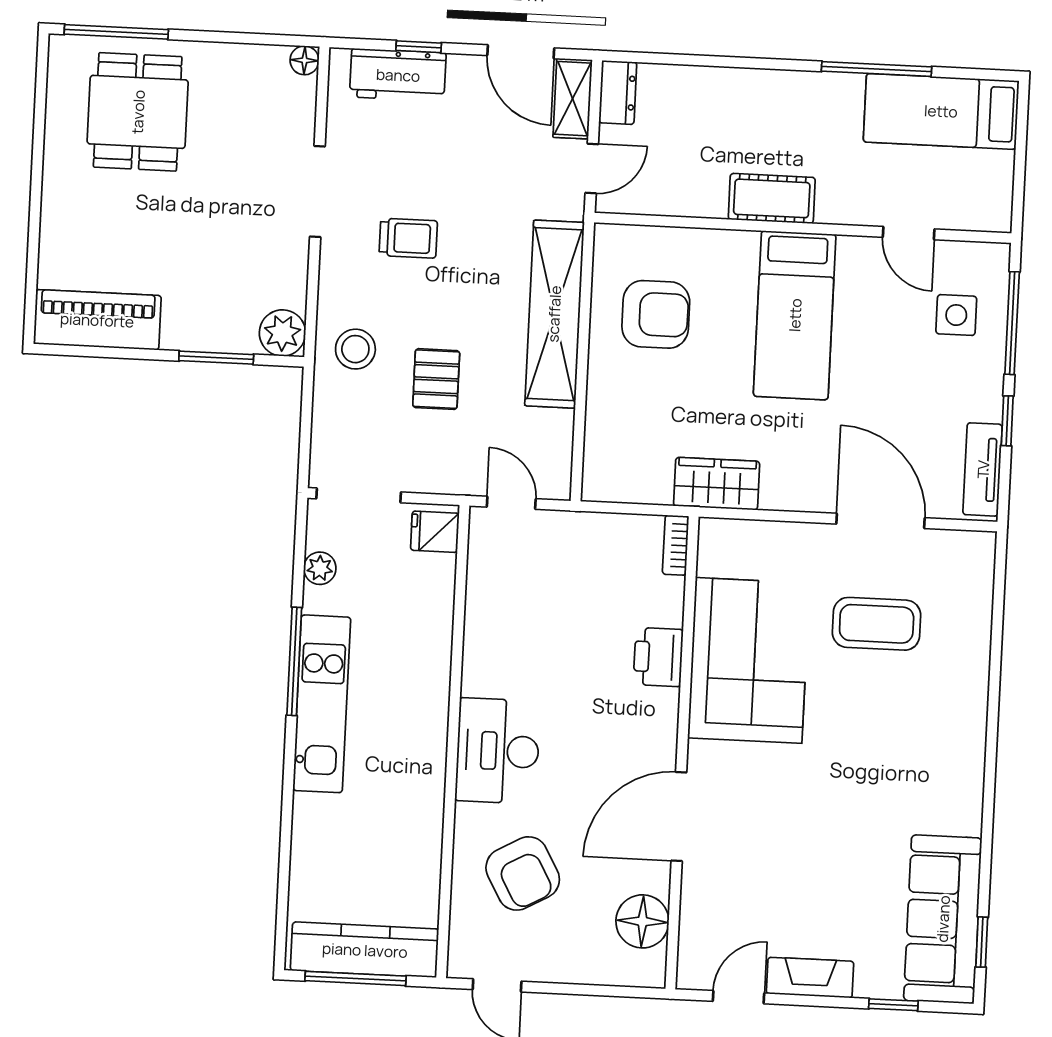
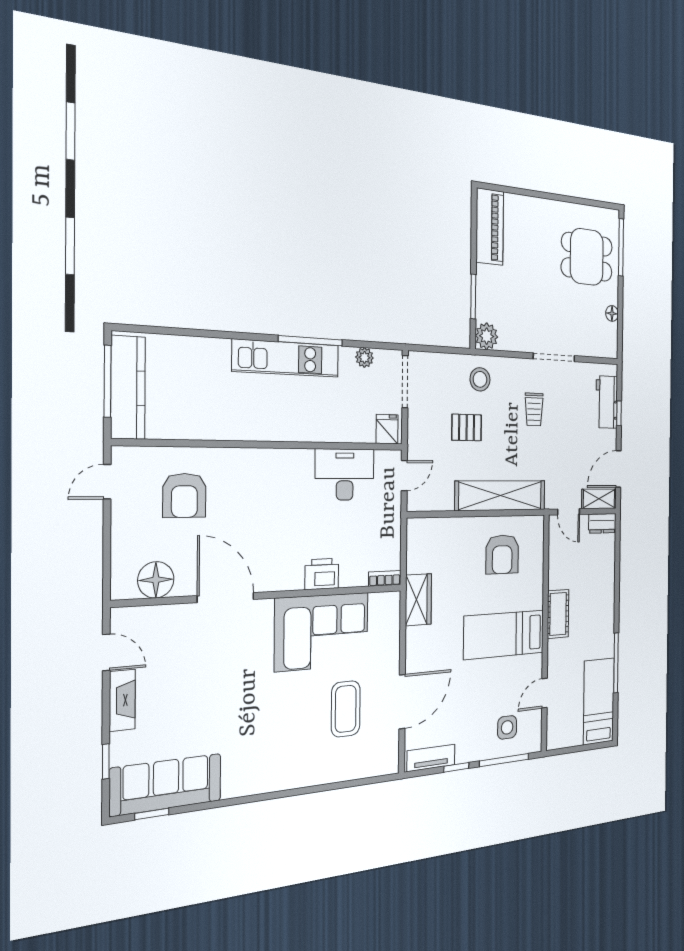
floor lamp: (304, 60) -> (612, 313), moved
desk: (498, 751) -> (345, 475), moved
armchair: (523, 873) -> (184, 495), turned -61

